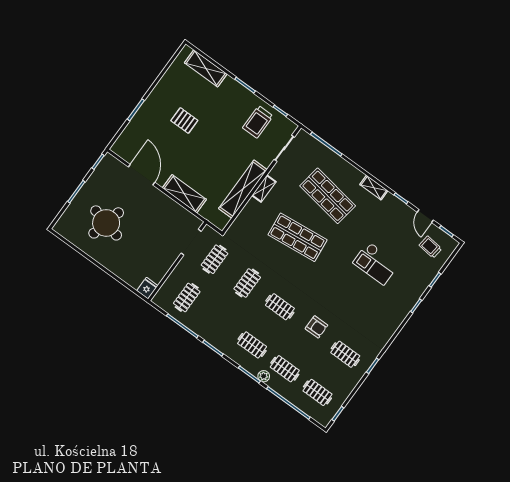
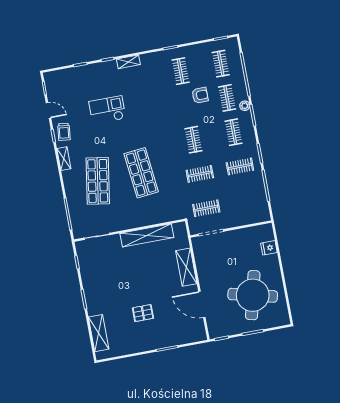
pallet: (184, 121) -> (143, 313), turned 90
trolley: (258, 122) -> (98, 269), removed
door: (142, 175) -> (202, 304), hinge flipped
shelving: (264, 189) -> (128, 62), moved
door: (425, 216) -> (49, 110), hinge flipped
round table: (106, 223) -> (253, 295), width x1.36, depth x1.36
trolley: (430, 247) -> (64, 132), moved
checkout: (376, 263) -> (107, 110), turned -90
fridge: (147, 288) -> (269, 248), moved
clothes rail: (187, 297) -> (240, 166), moved
armchair: (316, 327) -> (200, 95), moved, turned 90

